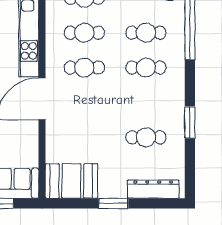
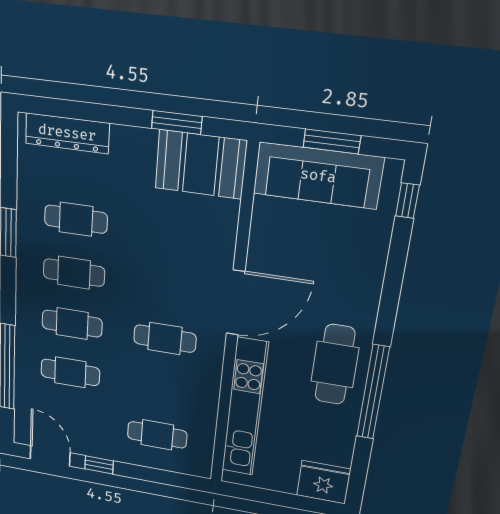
cafe table: (84, 33) -> (74, 273), moved
window: (113, 203) -> (177, 122), moved

